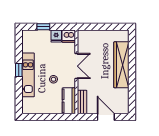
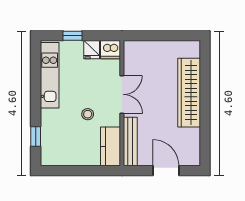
window: (19, 70) -> (36, 136), moved
kitchen unit: (28, 75) -> (50, 75), moved
bench: (82, 102) -> (130, 142), width x1.36

